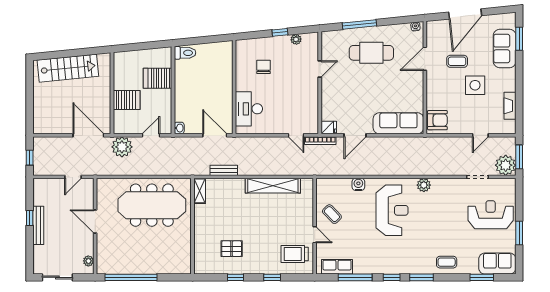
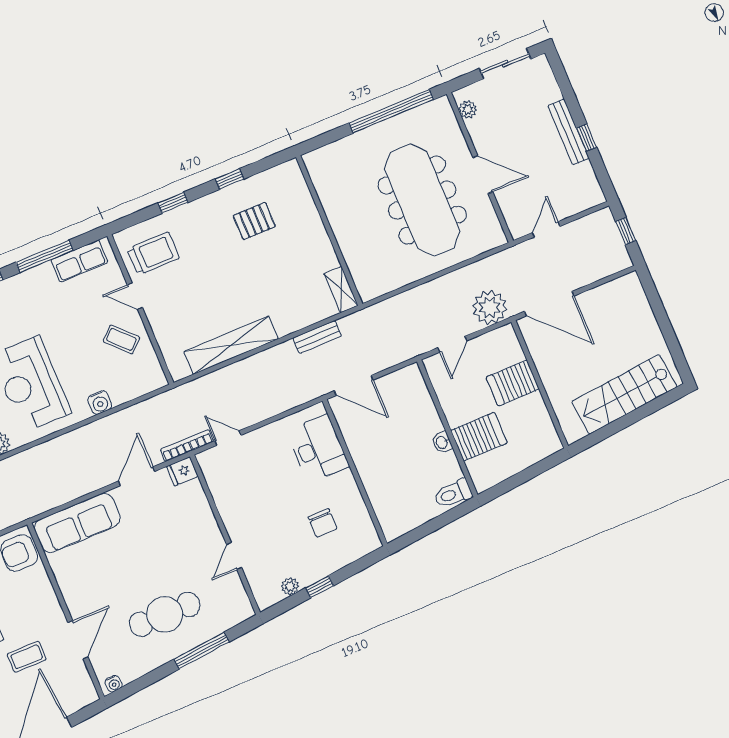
washbasin: (179, 128) -> (442, 442), moved
meeting table: (152, 205) -> (422, 200), moved, turned 90

